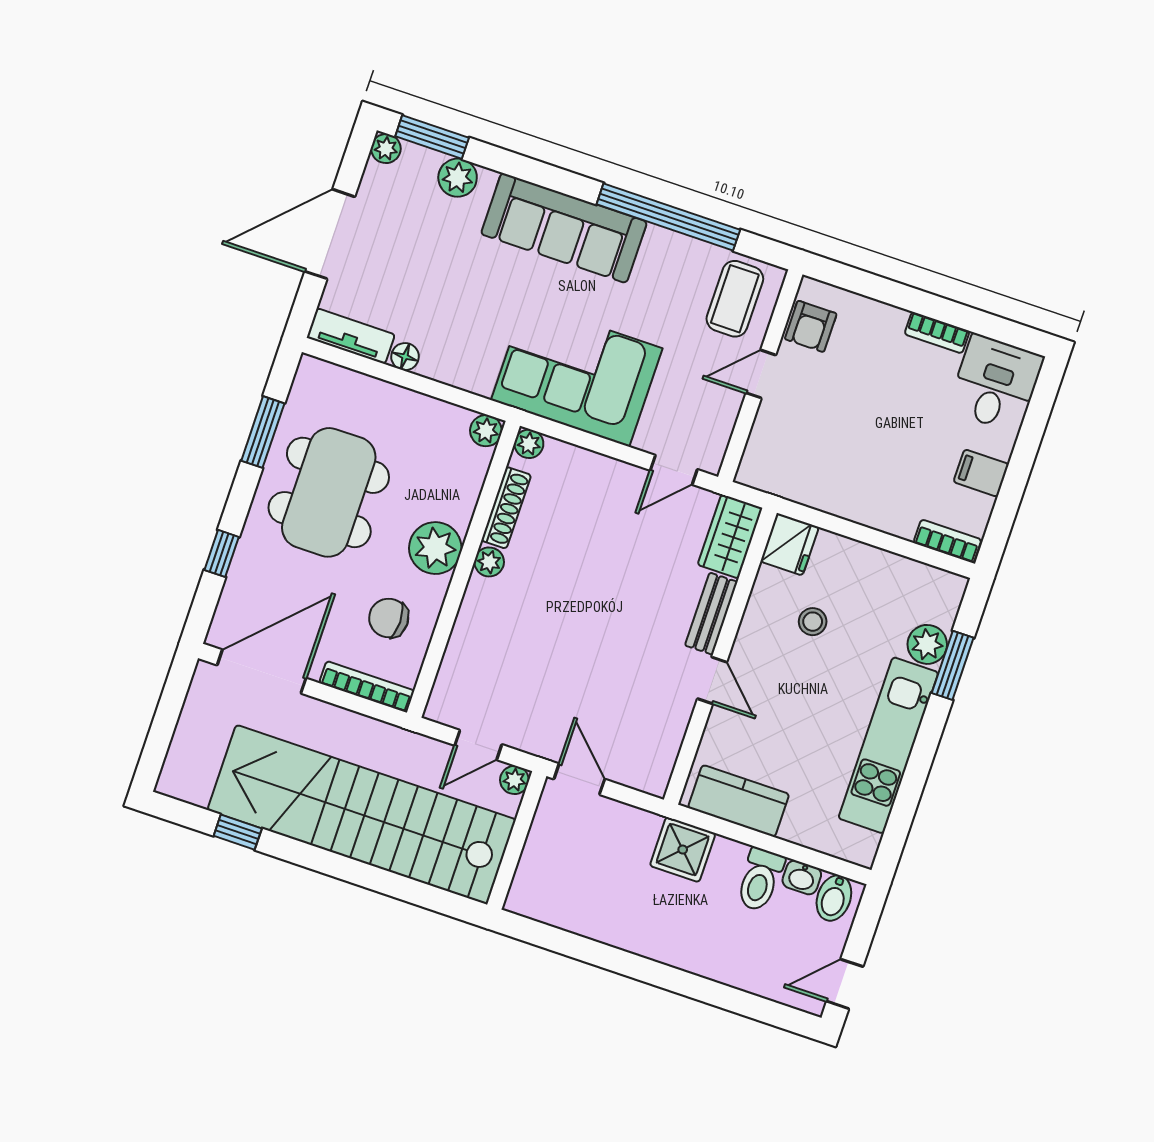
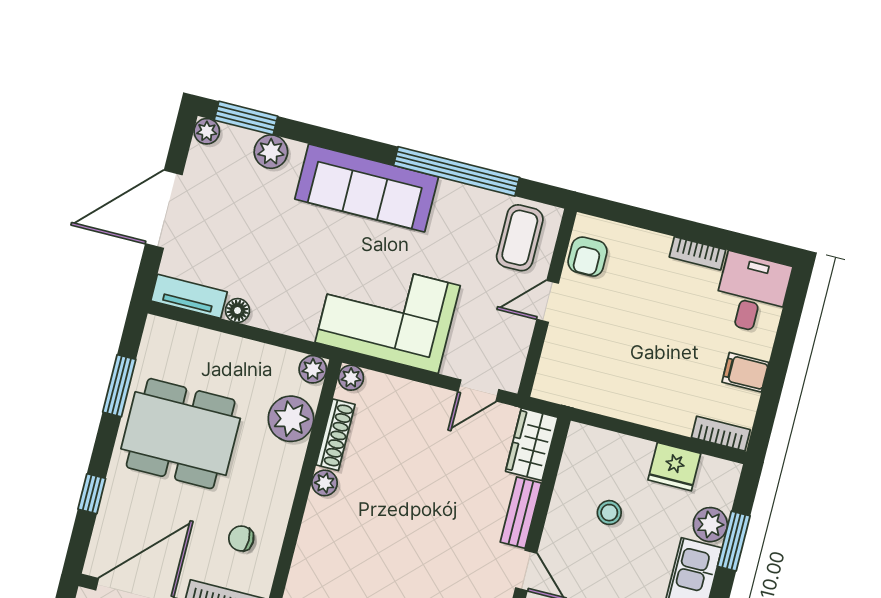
dining table: (329, 492) -> (181, 434), turned 90
fridge: (790, 544) -> (674, 467), moved, turned 90
plant: (435, 548) -> (291, 419), moved
chair: (389, 618) -> (241, 538), width x0.73, depth x0.73

